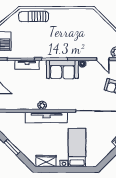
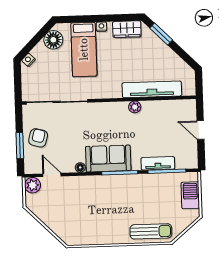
tv unit: (47, 118) -> (152, 89), moved
window: (12, 147) -> (161, 34), moved
floor lamp: (99, 155) -> (53, 40), added

